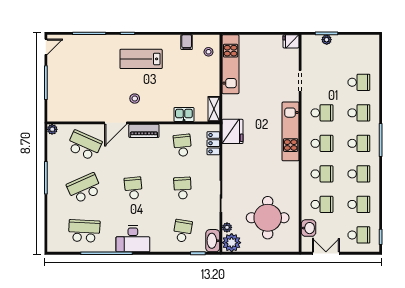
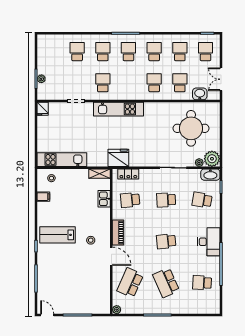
lab bench: (141, 59) -> (57, 235), turned 90
school desk: (322, 143) -> (128, 83), removed
school desk: (84, 231) -> (202, 283), width x0.54

